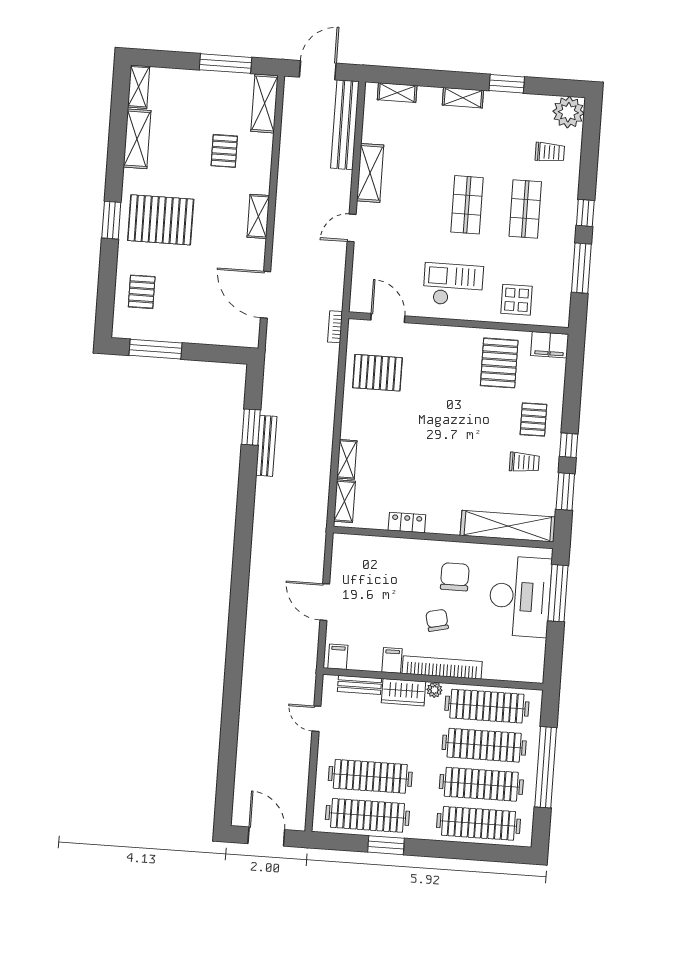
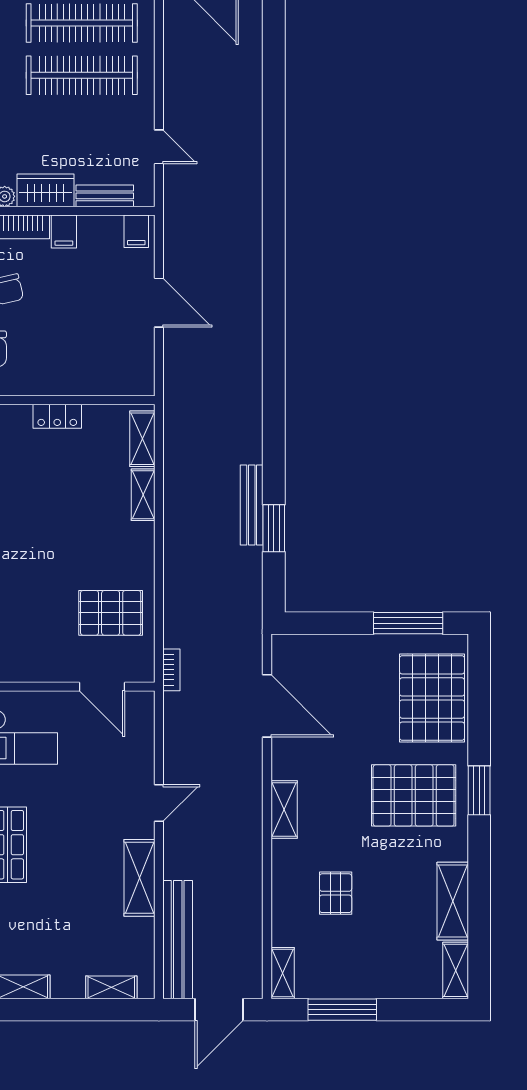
shelving: (265, 103) -> (283, 973), width x0.67, depth x0.75
pallet: (142, 292) -> (432, 698), width x2.05, depth x2.00

